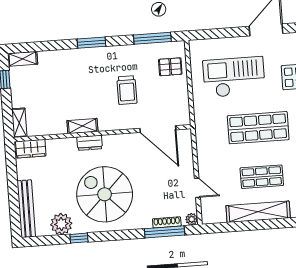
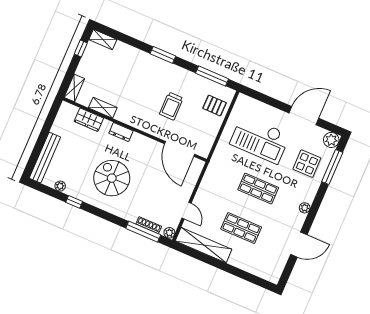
checkout: (234, 77) -> (260, 139), turned 180
shelving: (82, 126) -> (103, 108), moved
shop shelf: (258, 128) -> (258, 189), width x0.70, depth x0.74
wardrobe: (31, 149) -> (89, 120), moved
spiral stairs: (105, 194) -> (112, 178), width x0.73, depth x0.73
shelving: (258, 212) -> (204, 245), moved
plant: (61, 224) -> (60, 186), width x0.53, depth x0.53

